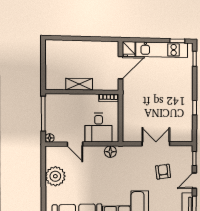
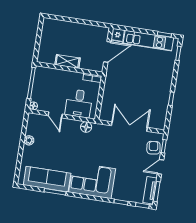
double door: (156, 144) -> (129, 127), width x1.37
armchair: (163, 172) -> (153, 148), moved
plant: (55, 176) -> (29, 140), width x0.53, depth x0.53

